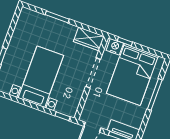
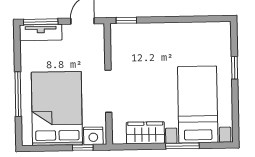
wardrobe: (89, 39) -> (145, 133), moved
bed with nightstands: (41, 77) -> (198, 104), moved, turned 180

